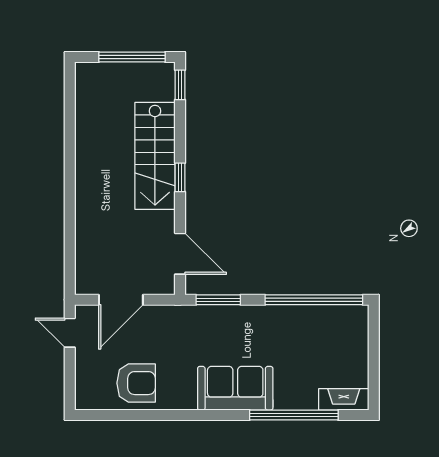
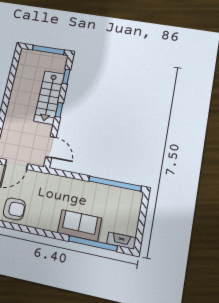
window: (180, 85) -> (66, 77), moved
window: (218, 300) -> (65, 174), removed
sofa: (235, 388) -> (79, 225), moved

